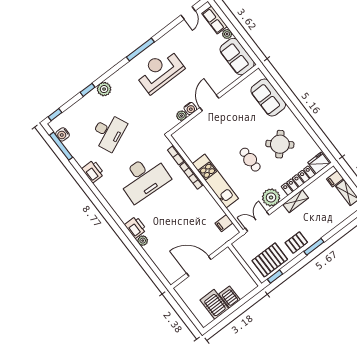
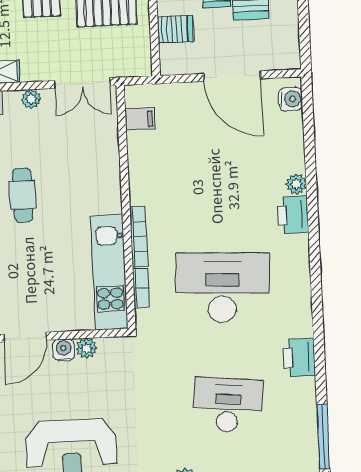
desk: (108, 132) -> (228, 405), turned 30
water cooler: (62, 134) -> (291, 99), moved
kitchen unit: (215, 181) -> (109, 272), moved
plant: (271, 197) -> (31, 99), width x0.53, depth x0.53
server rack: (235, 269) -> (175, 29), added

